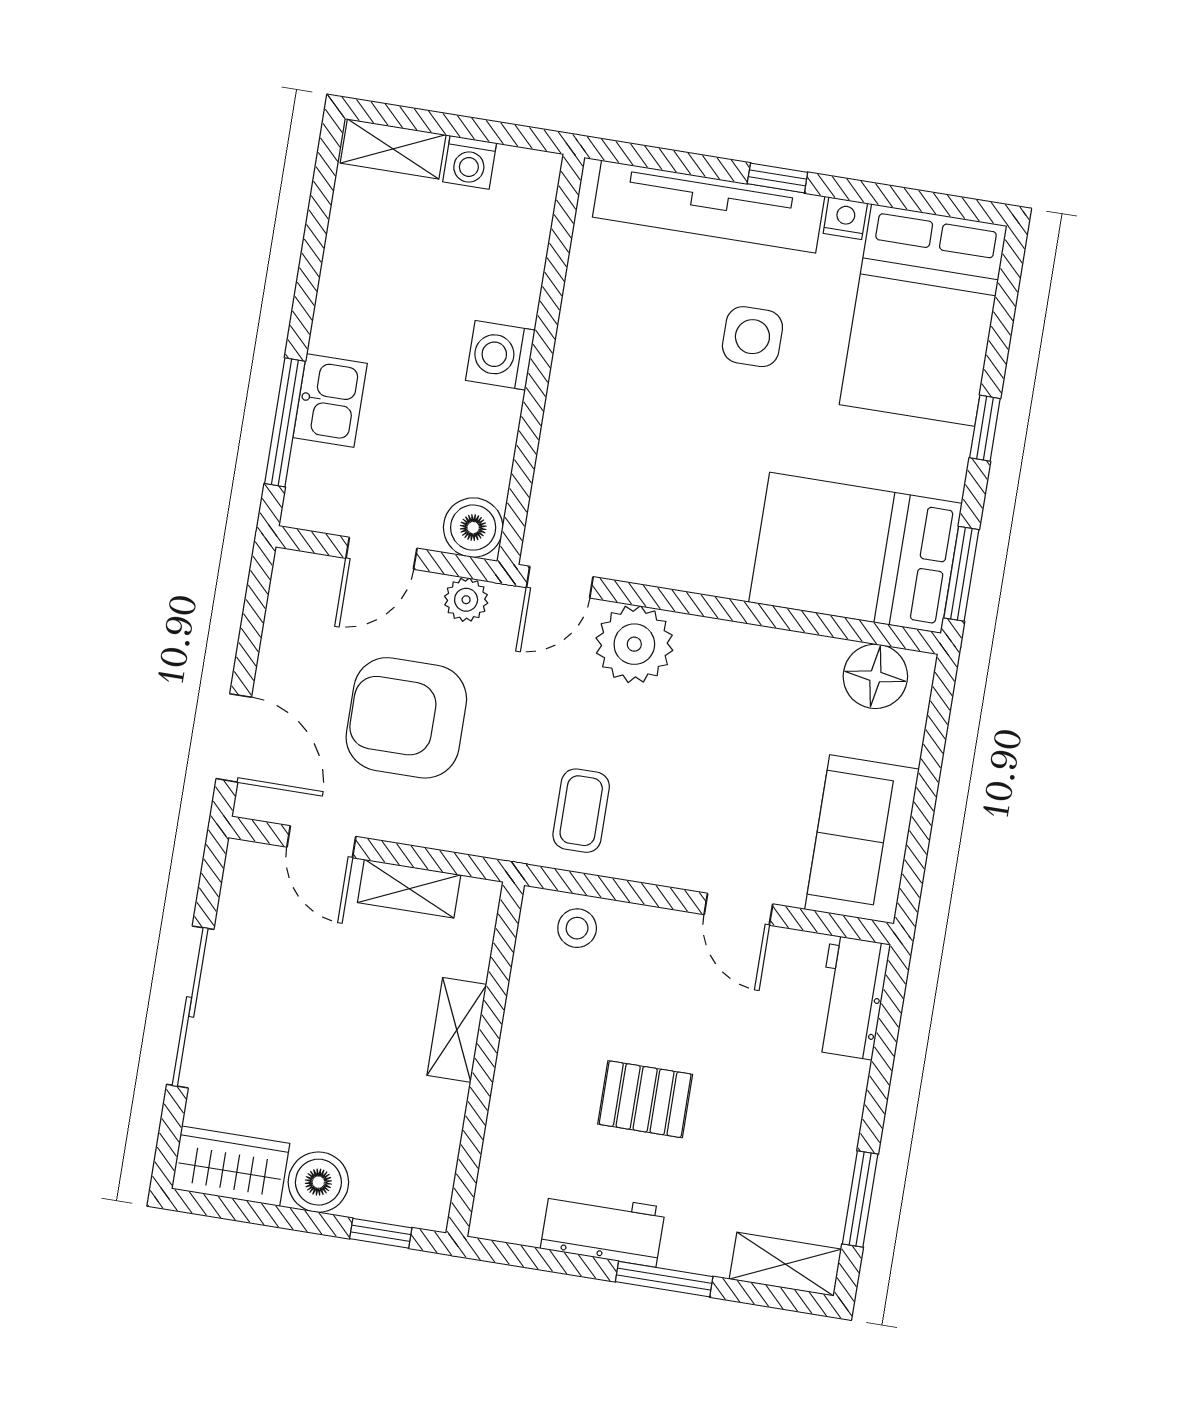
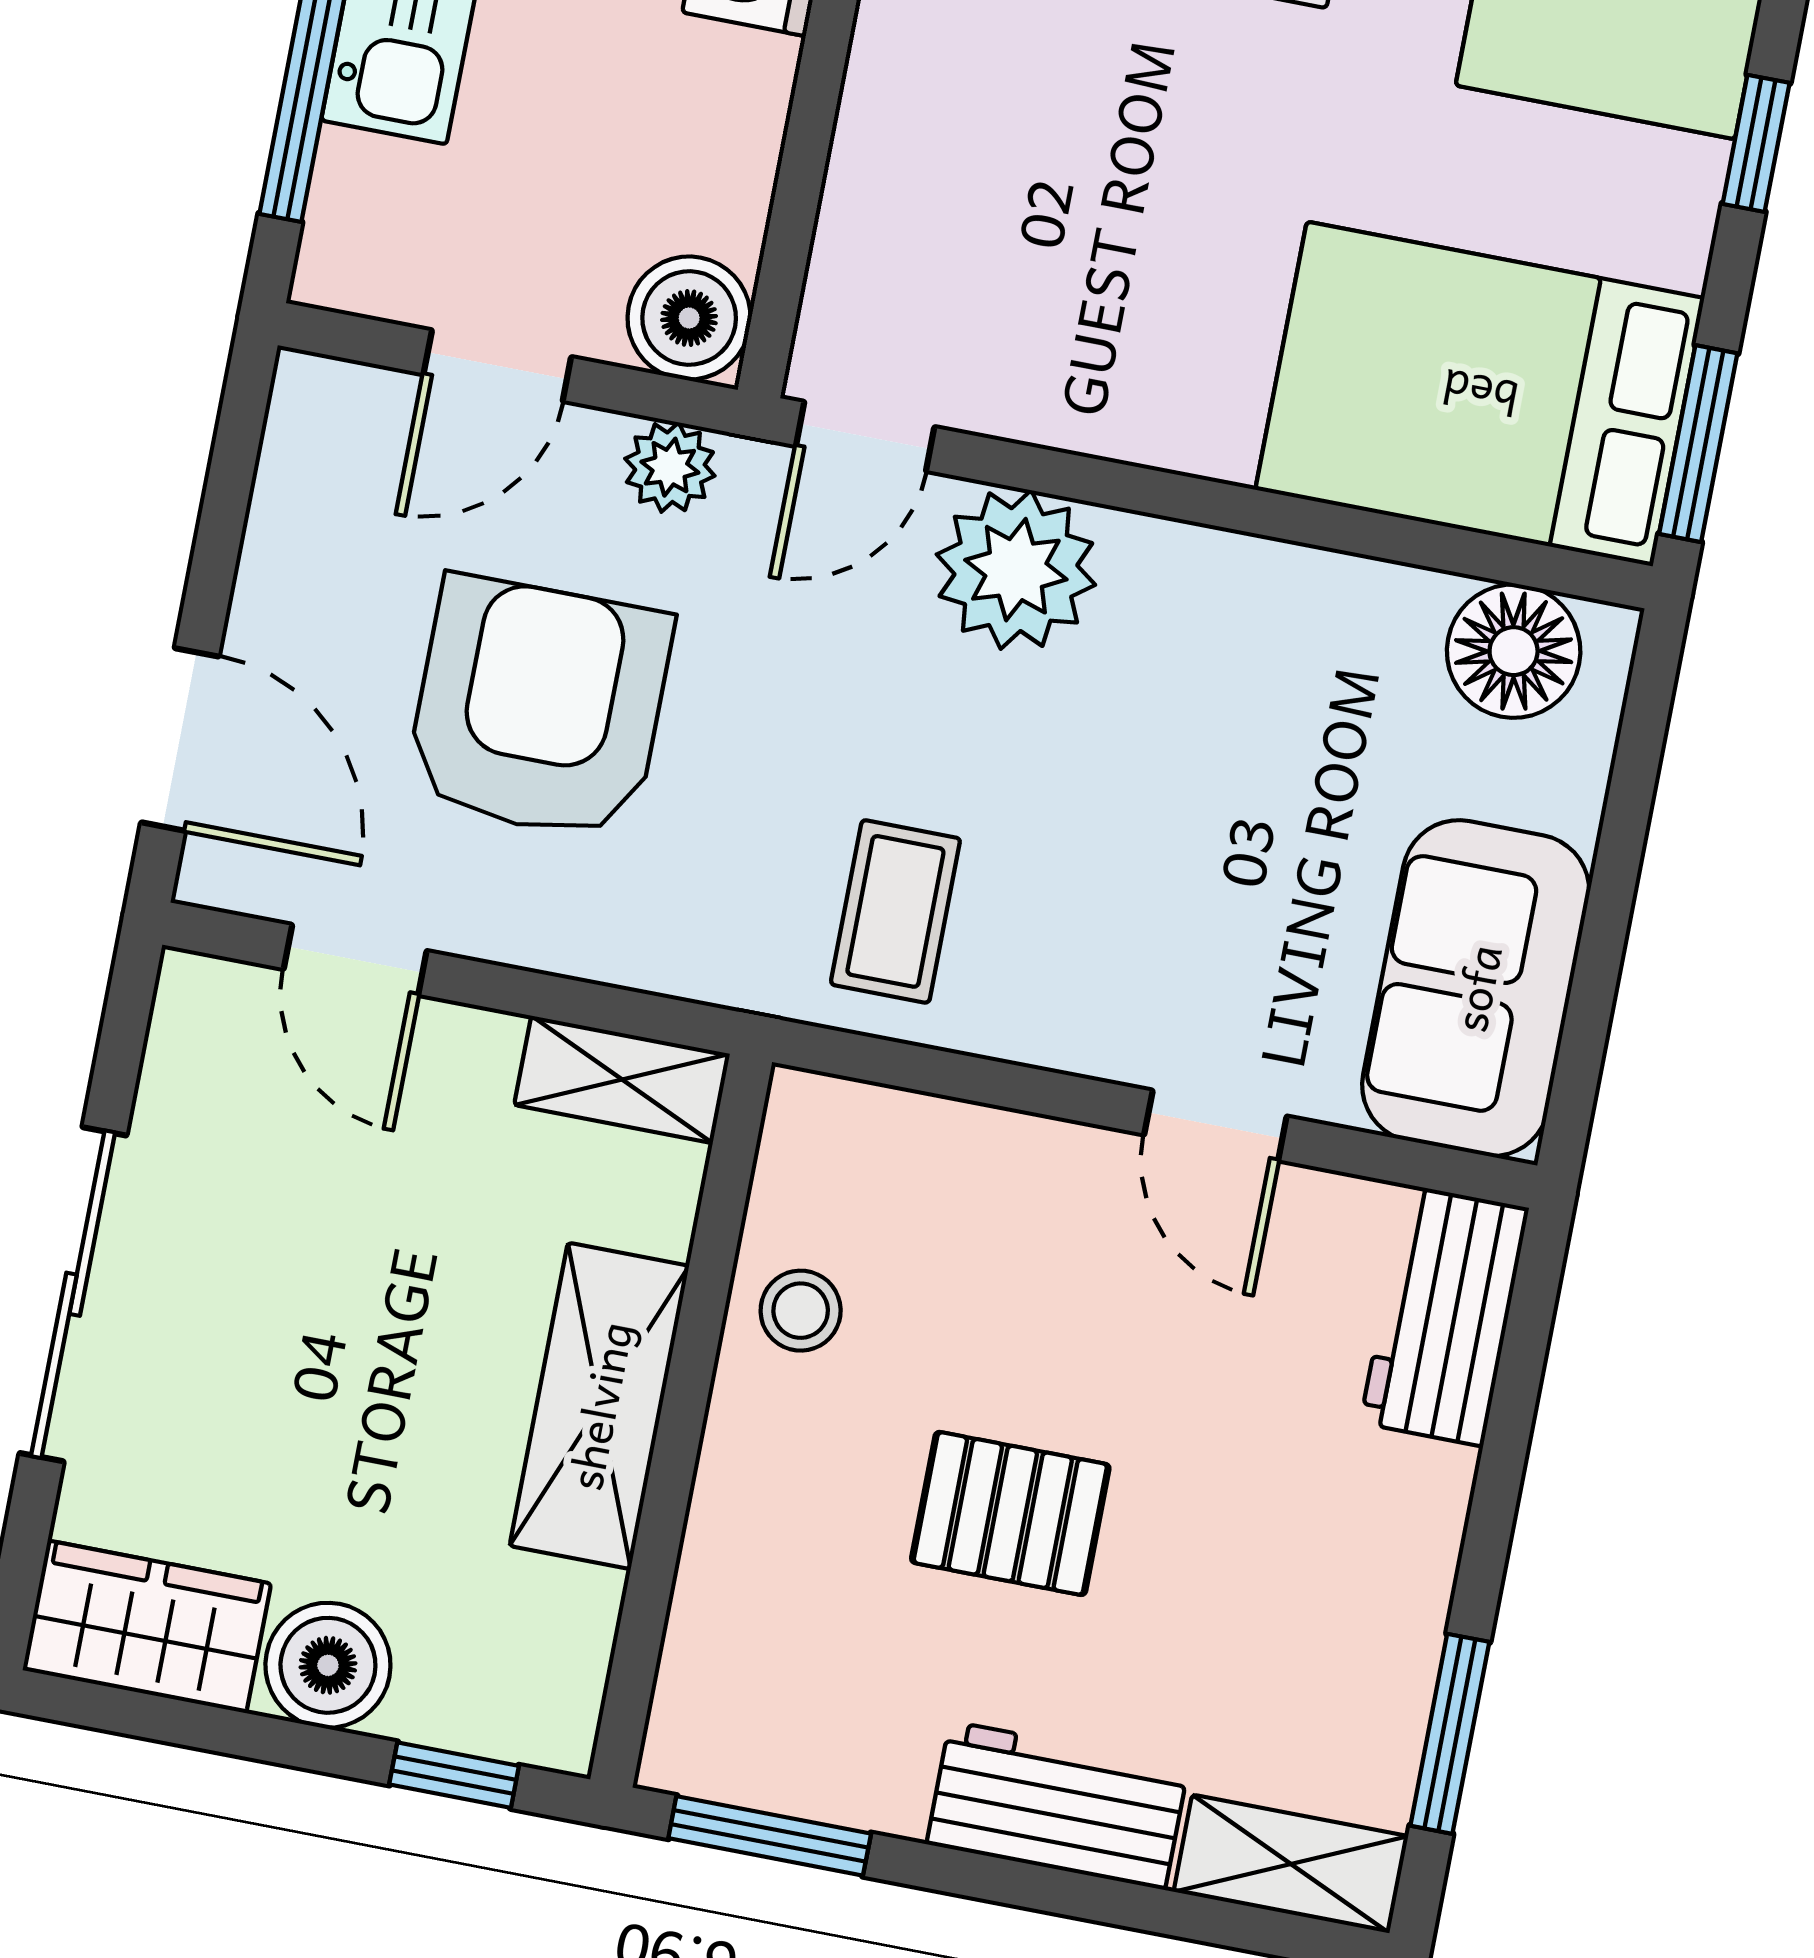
armchair: (406, 718) -> (539, 708), turned 90
shelving: (409, 889) -> (622, 1079), moved
stool: (577, 928) -> (801, 1311), moved
shelving: (457, 1030) -> (599, 1406), width x1.50, depth x1.33
workbench: (603, 1228) -> (1057, 1805), moved
window: (664, 1279) -> (770, 1836), moved

